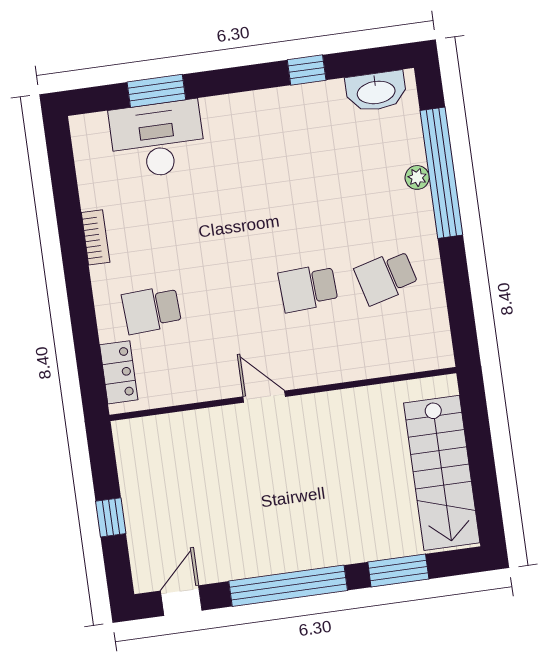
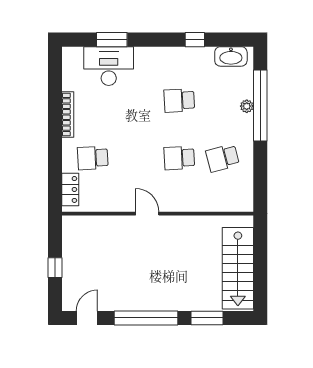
school desk: (294, 184) -> (179, 100), added
bookcase: (96, 237) -> (68, 115), width x1.56

